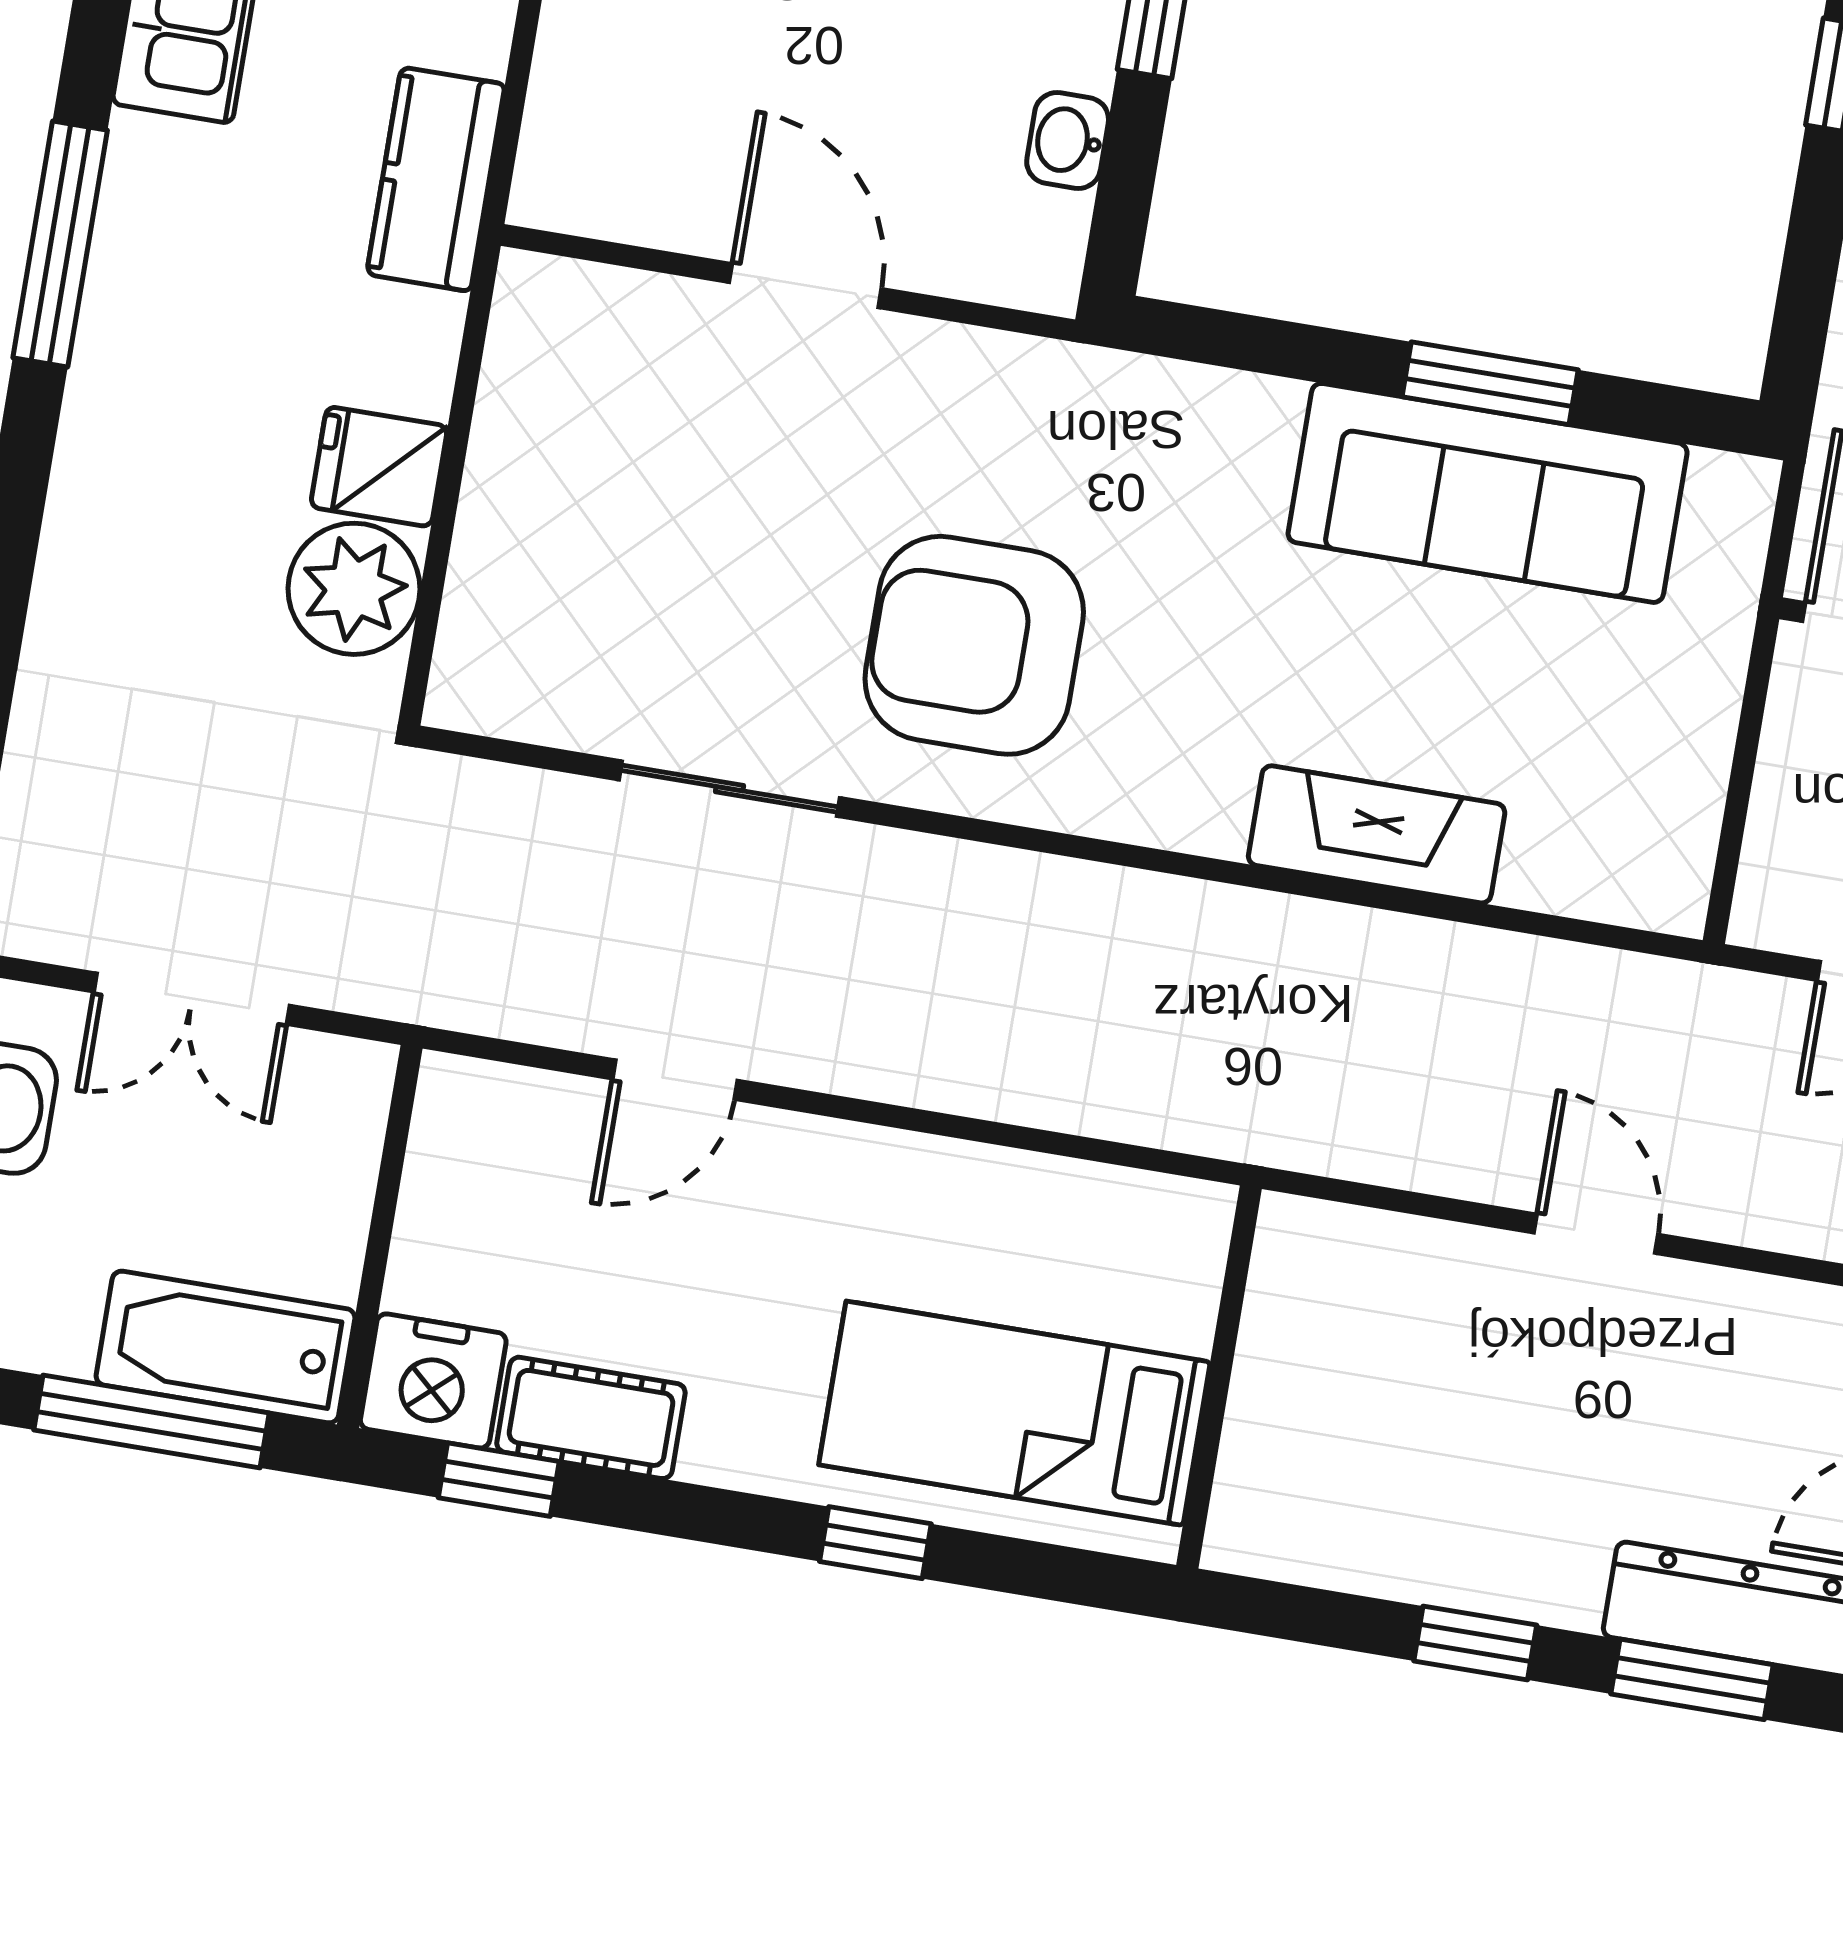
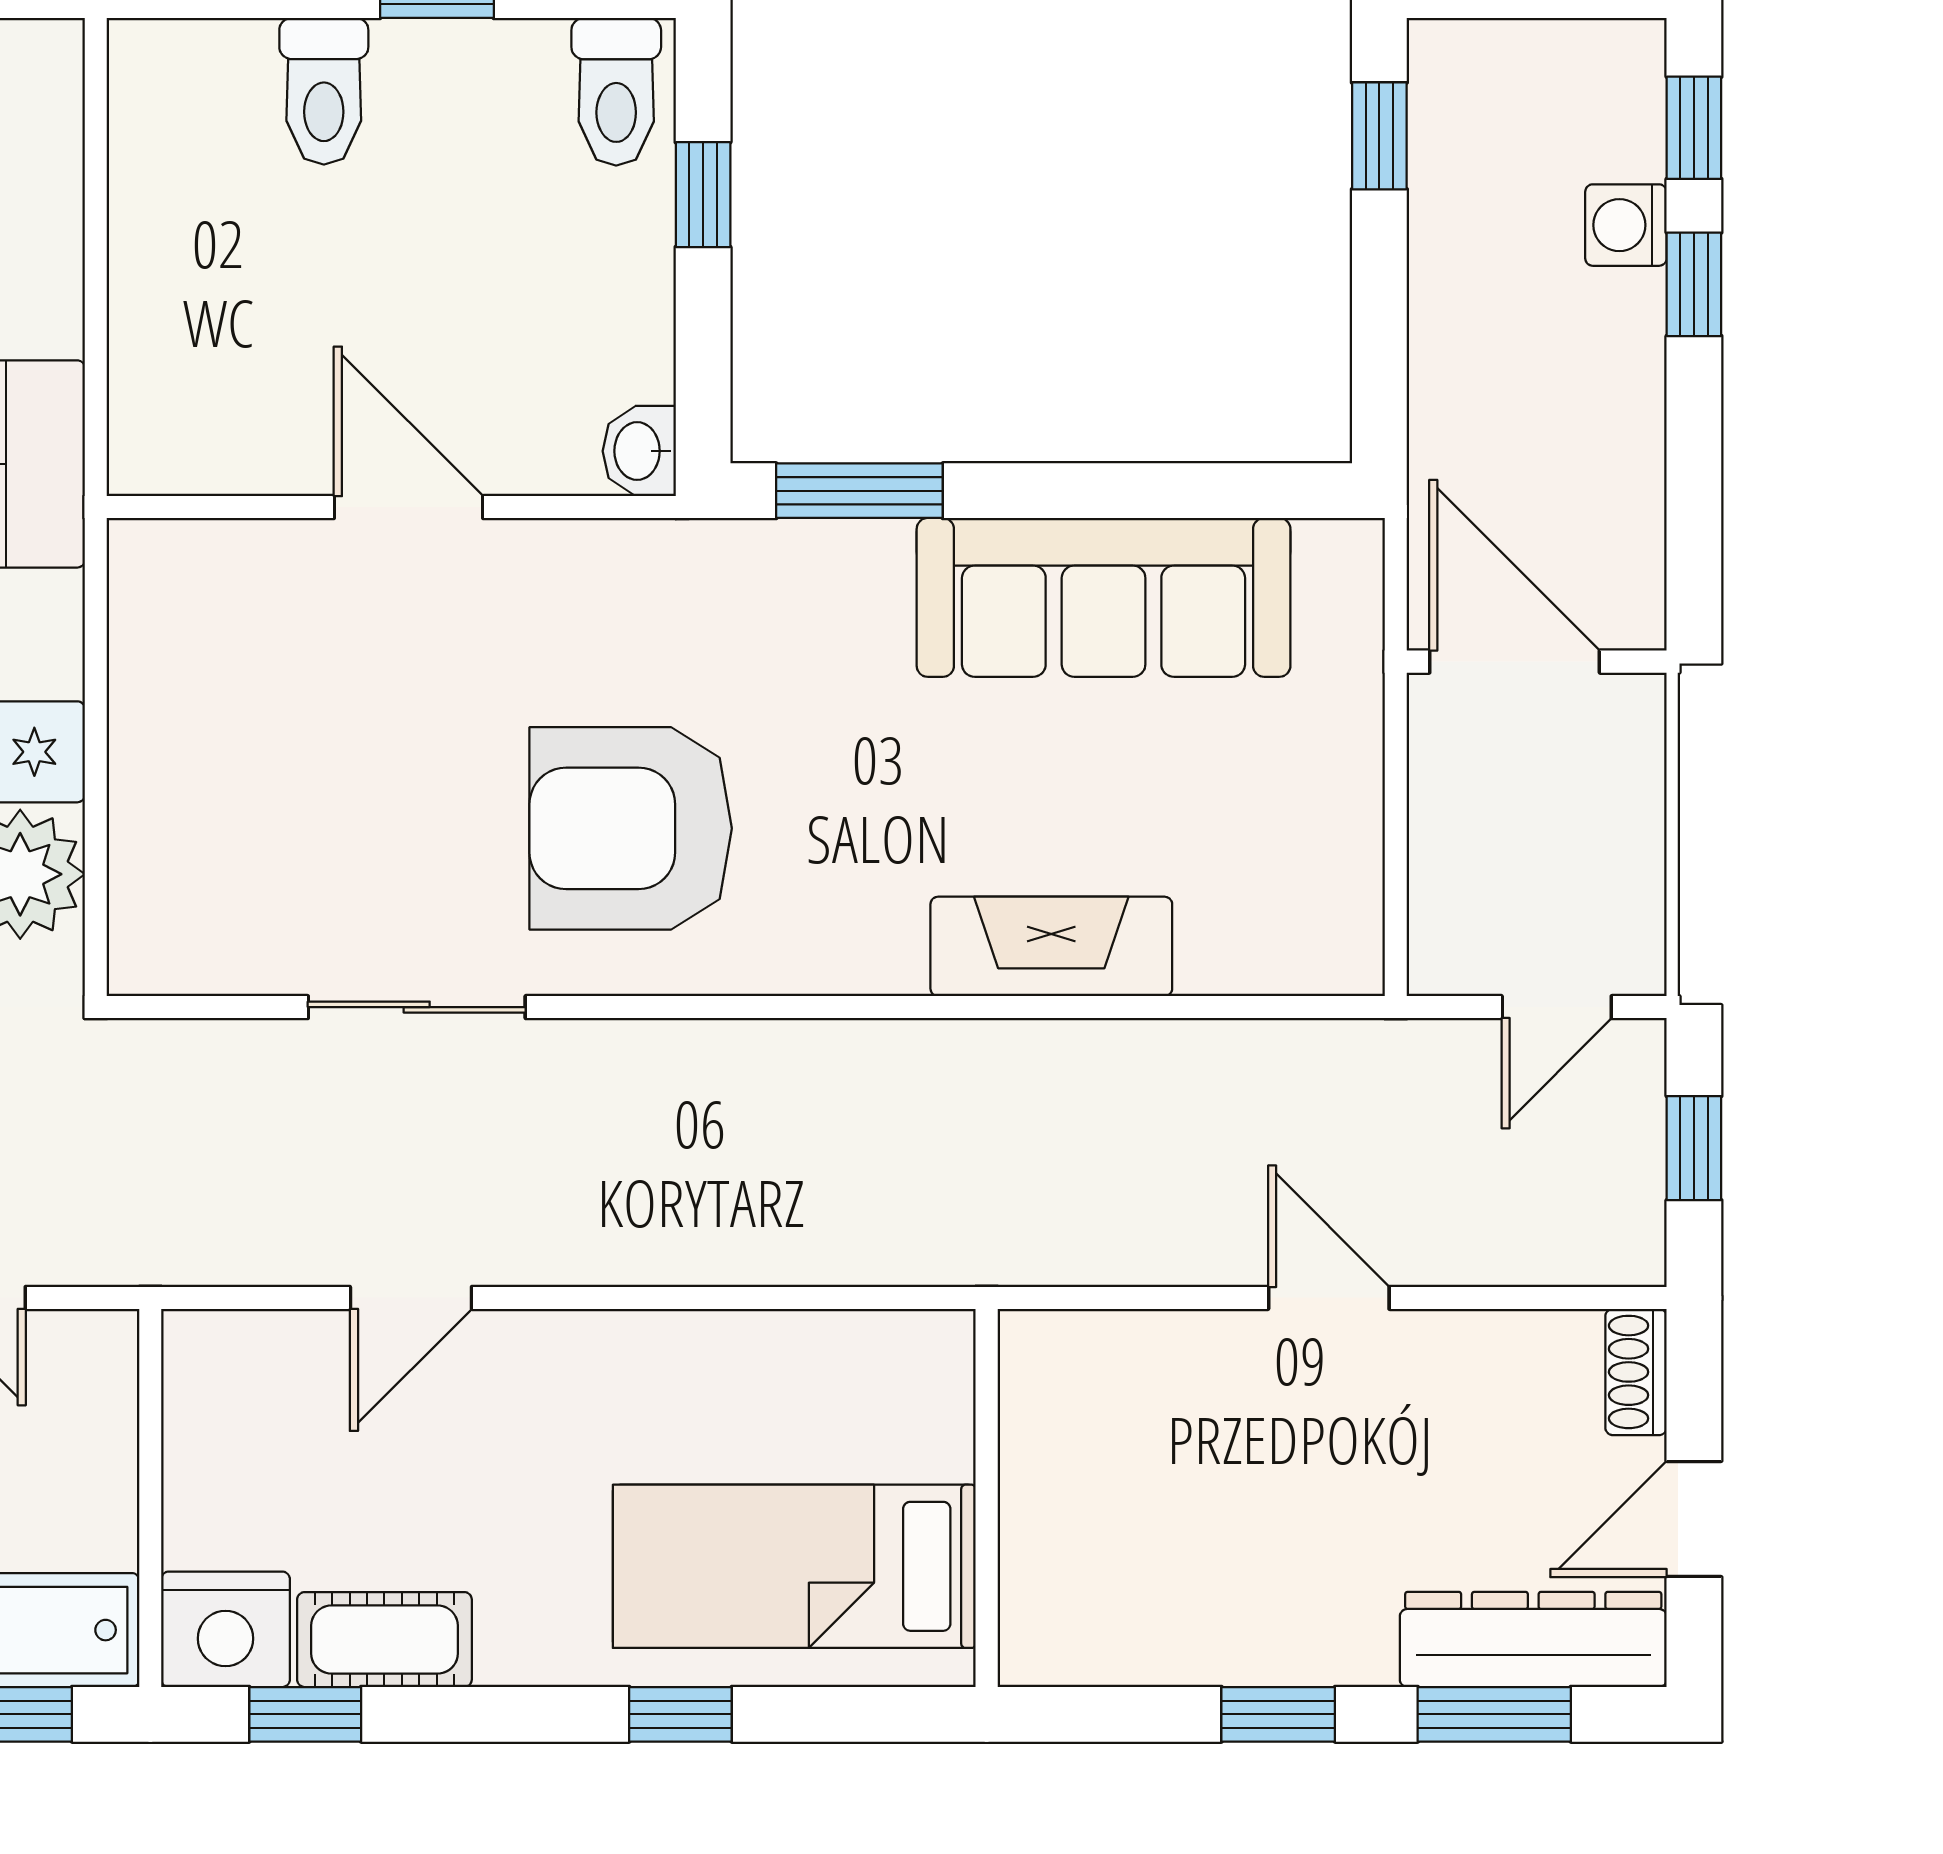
washbasin: (1068, 140) -> (639, 451), moved
window: (1490, 383) -> (859, 491), moved

